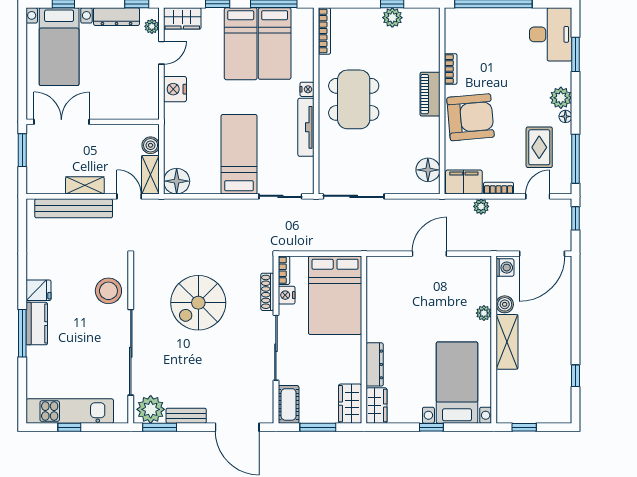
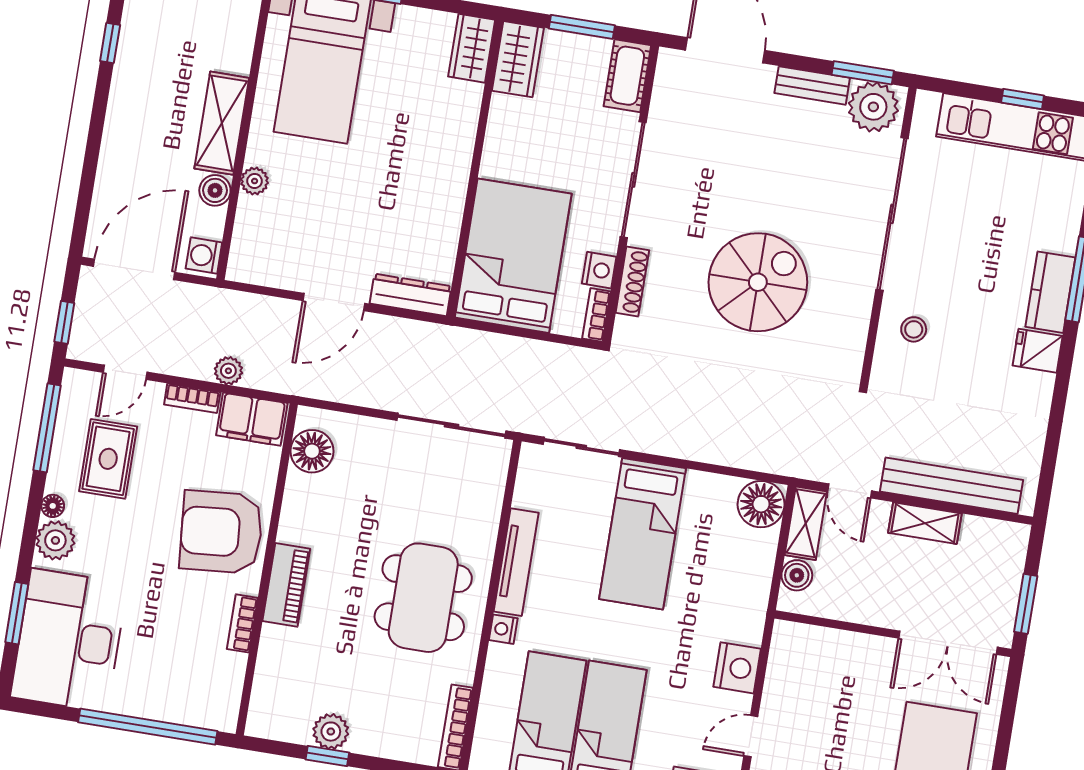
desk: (551, 34) -> (69, 640), width x1.36, depth x1.30
stool: (108, 291) -> (914, 329), width x0.53, depth x0.53
dresser: (375, 364) -> (411, 295), moved, turned 90

